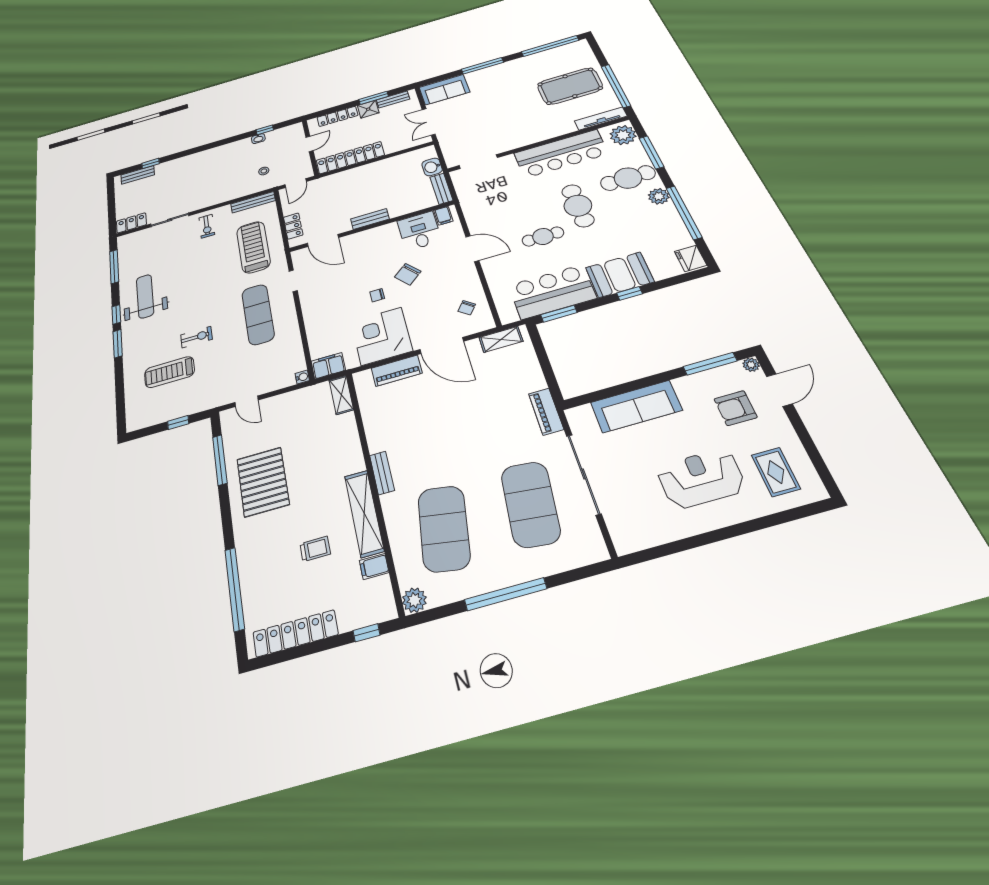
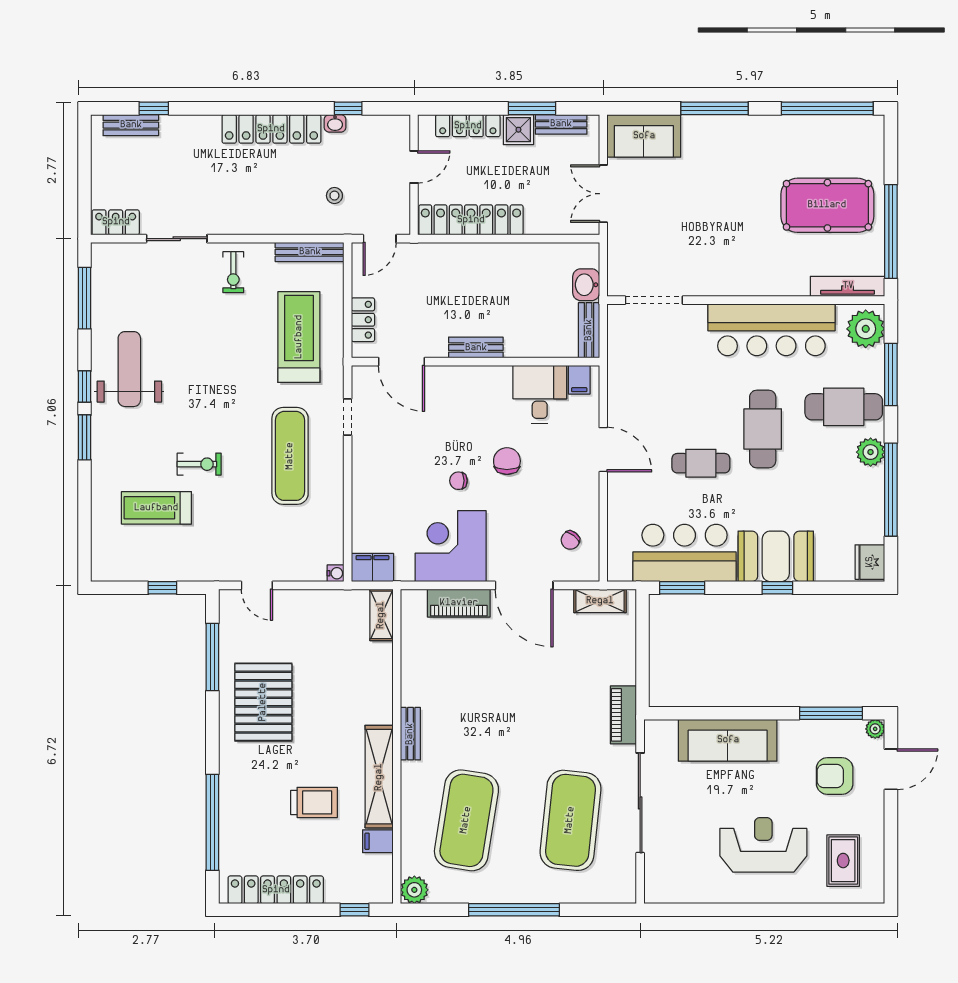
locker: (221, 152) -> (271, 129), added
chair: (408, 274) -> (507, 461), turned 131
trolley: (315, 549) -> (314, 802), width x1.36, depth x1.39

